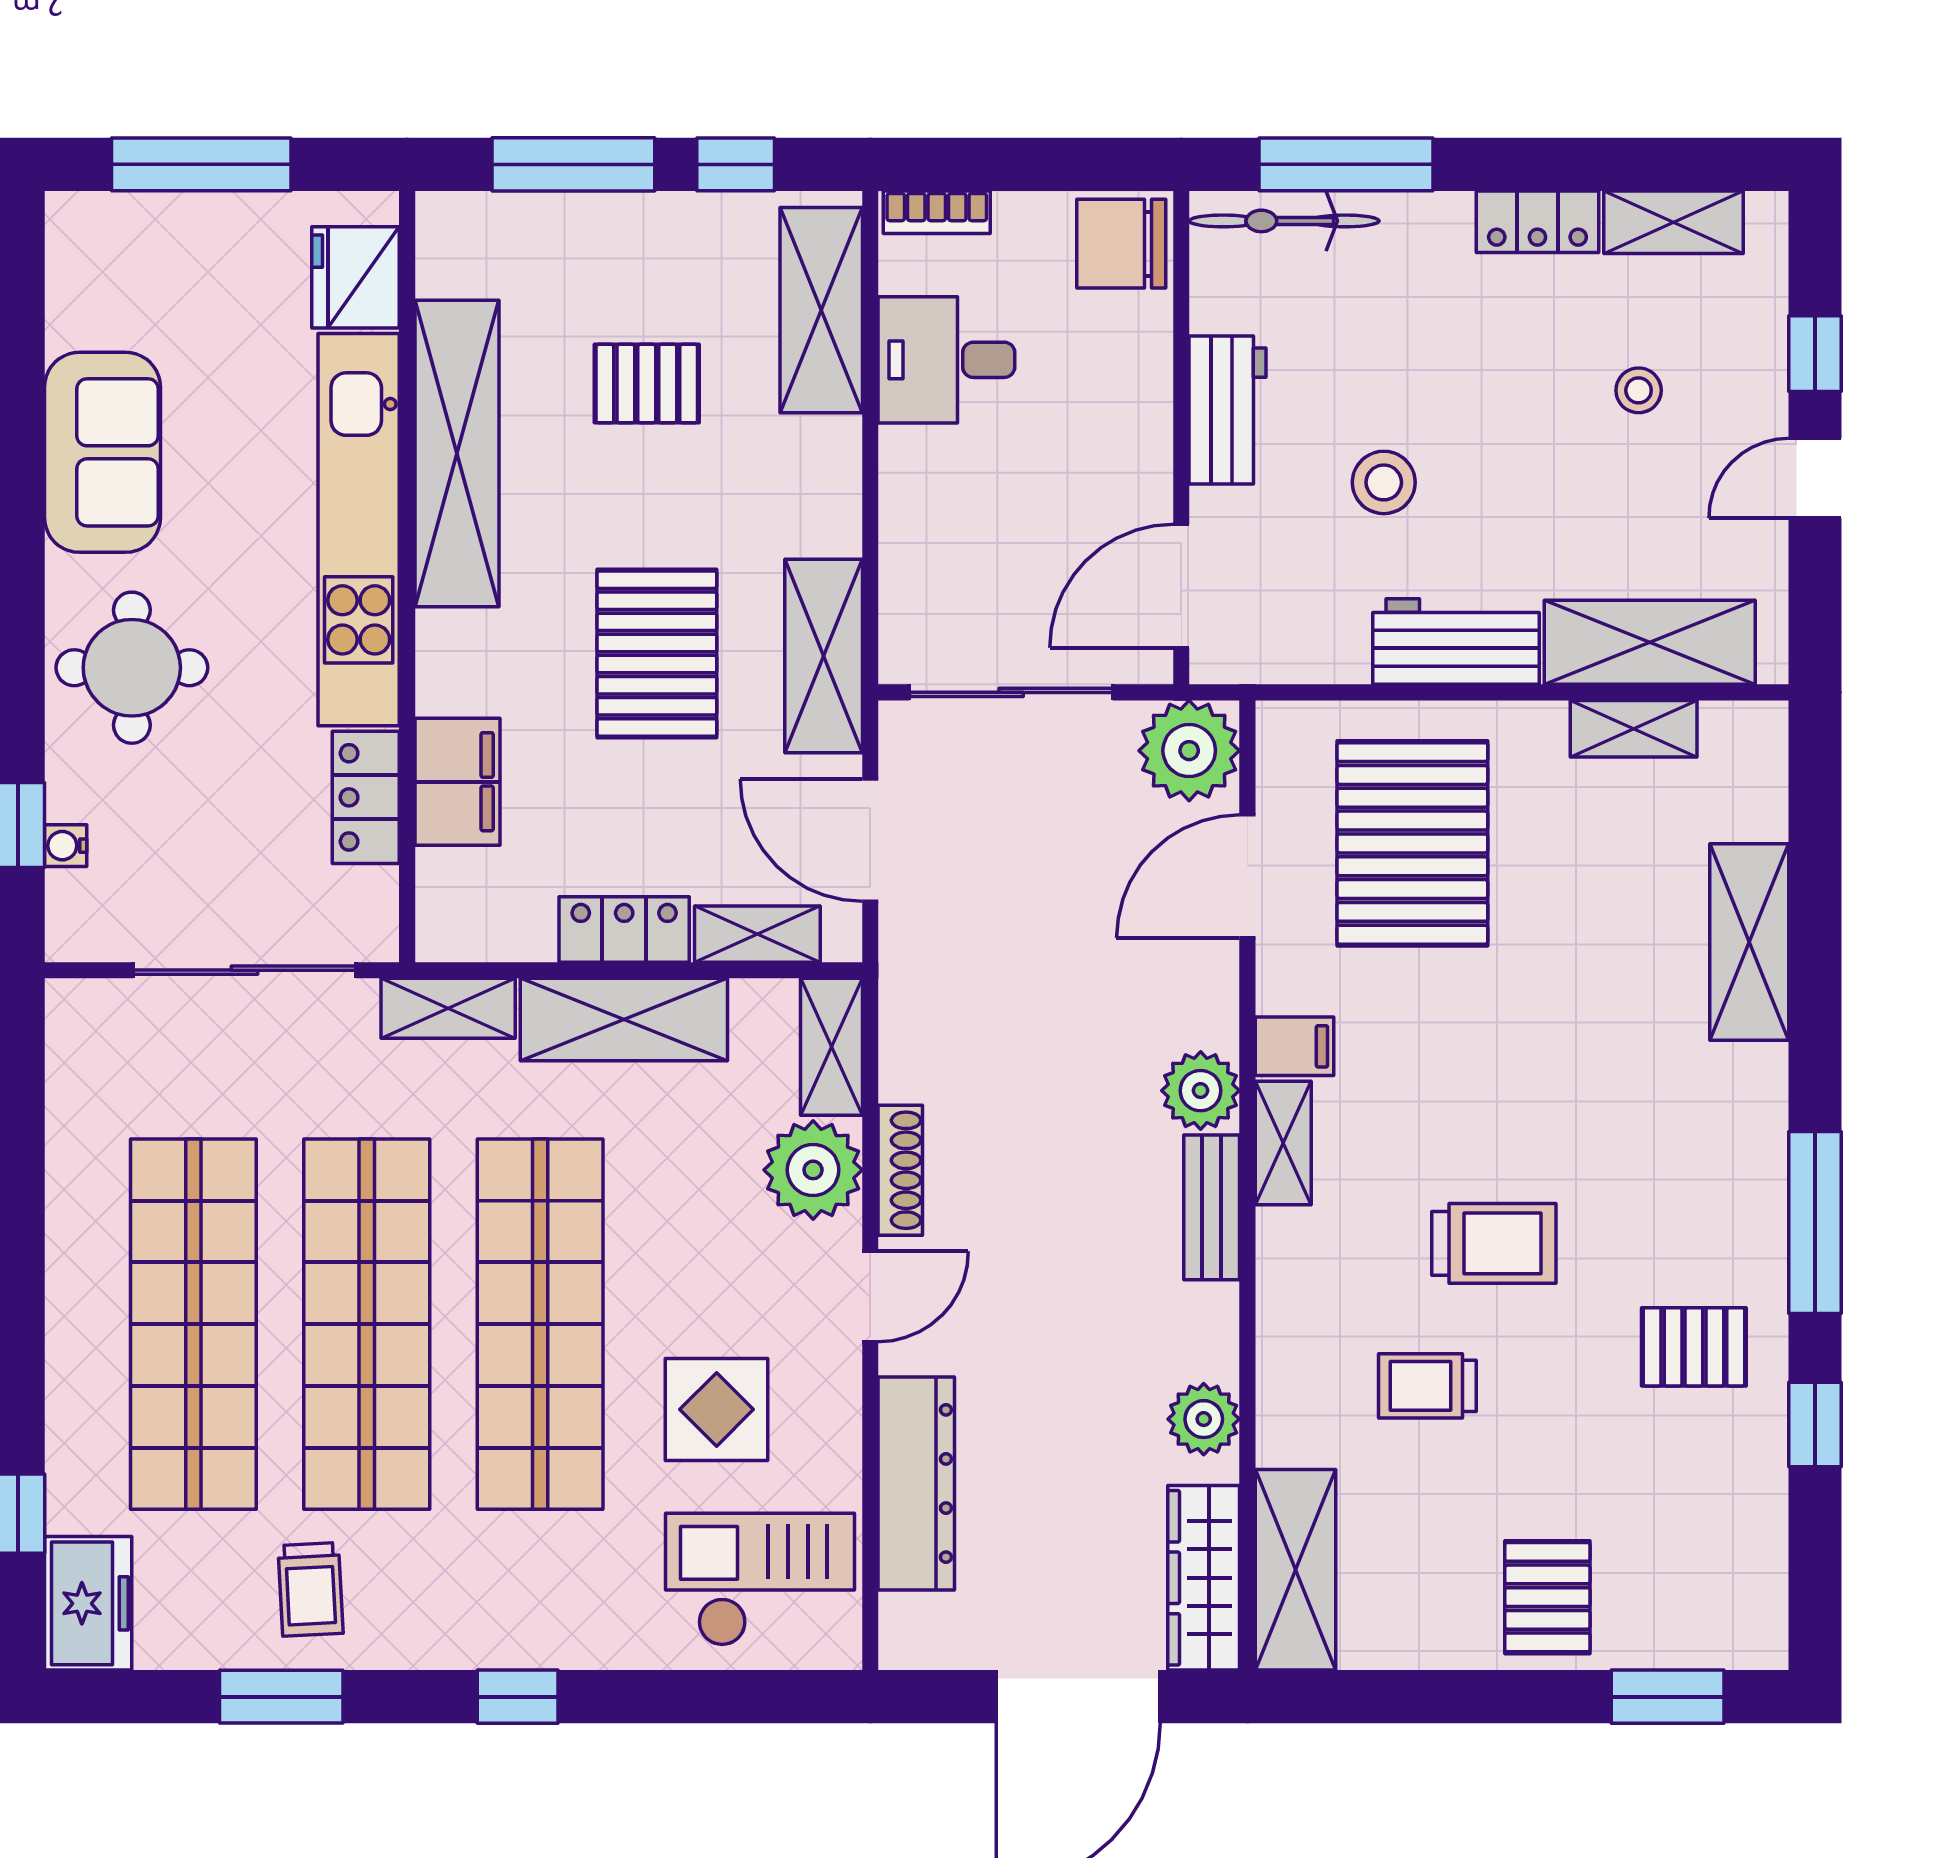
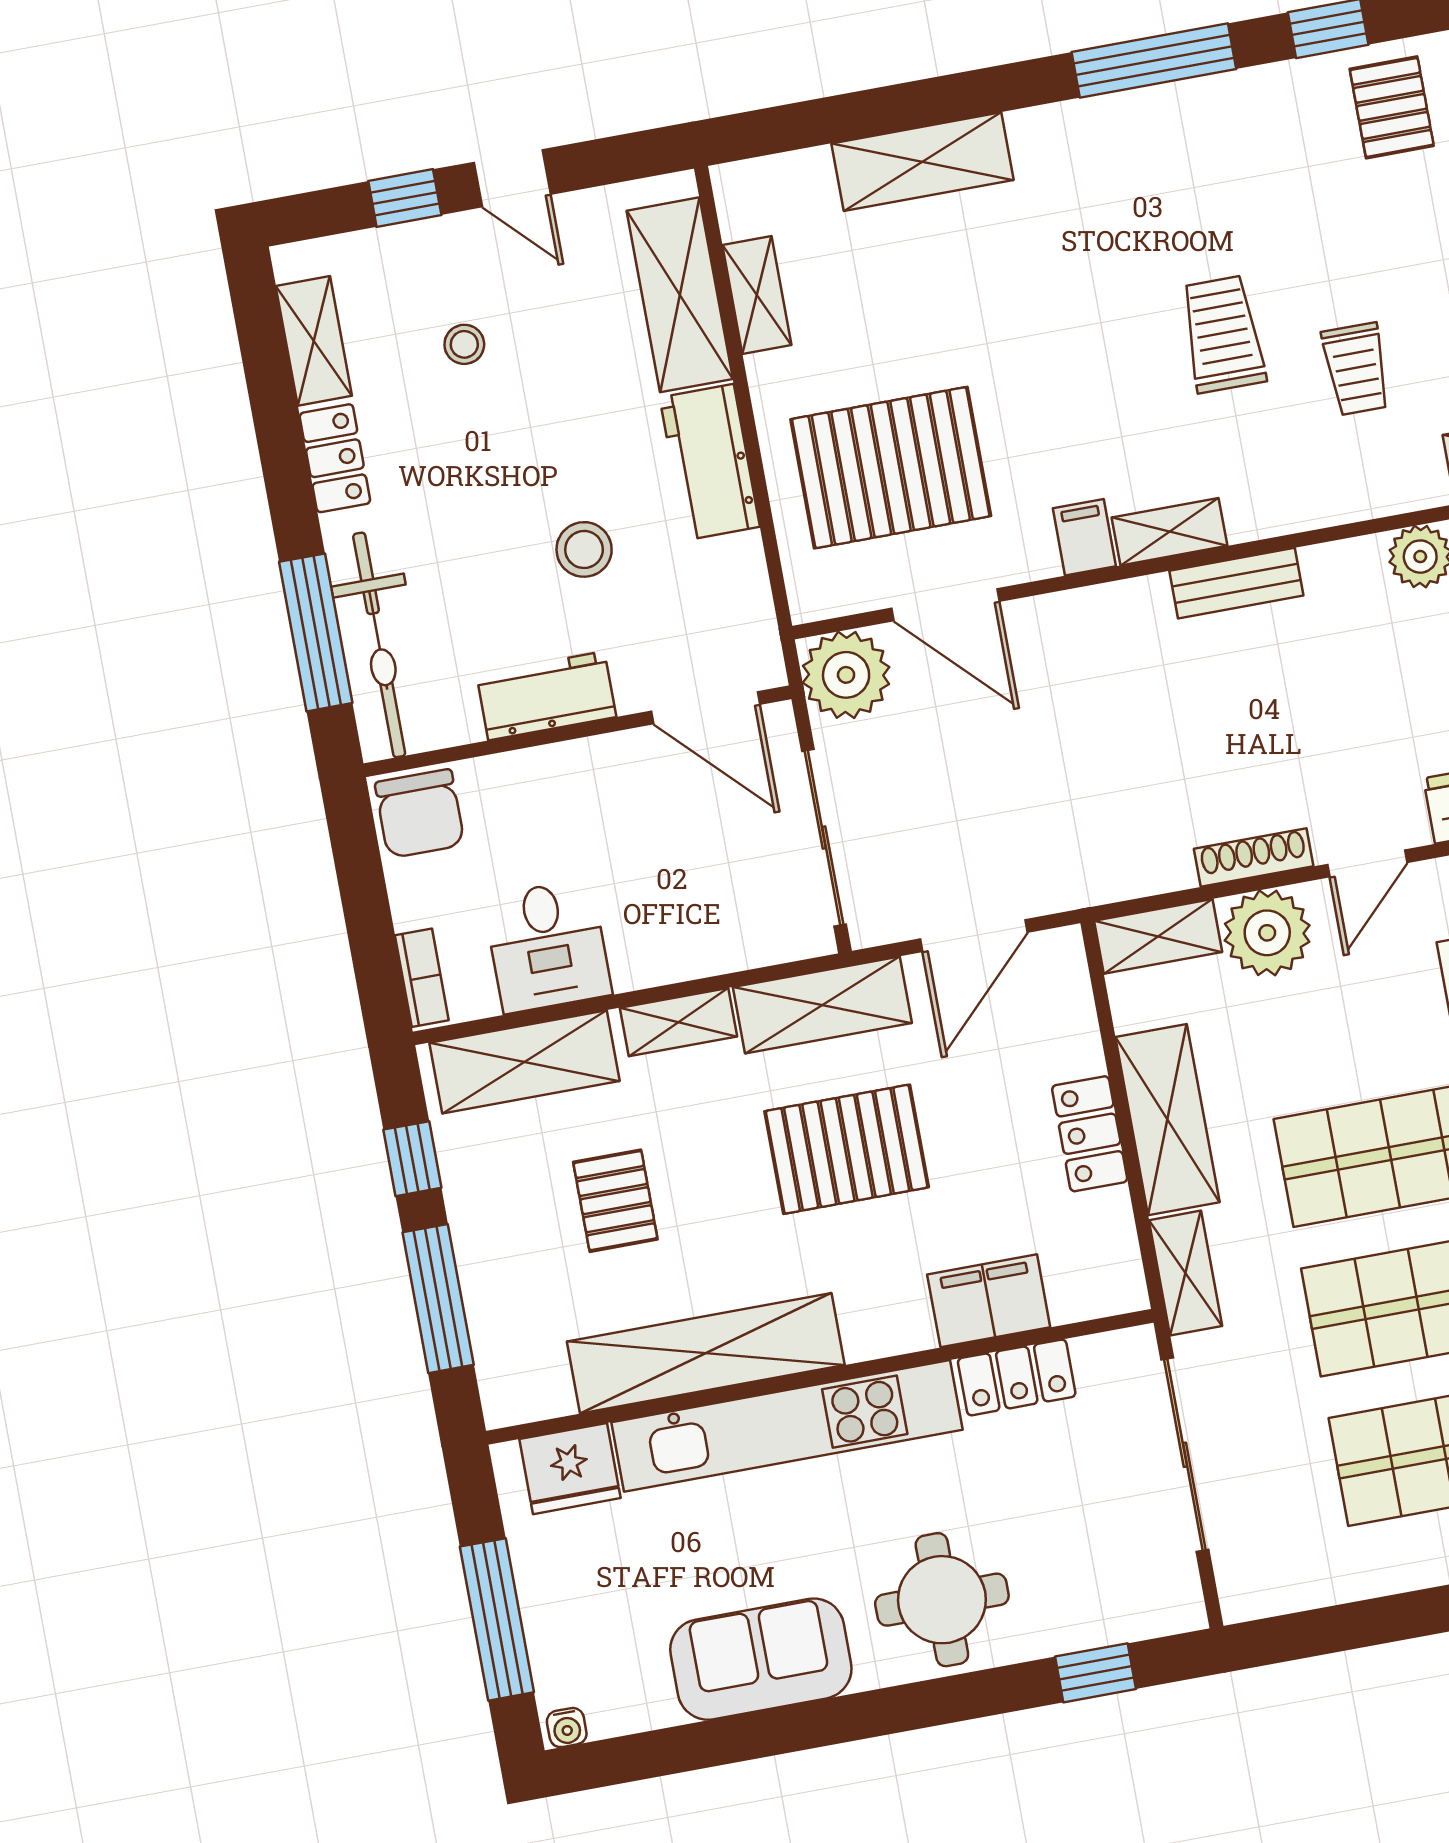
bicycle: (1284, 221) -> (379, 645), width x1.37, depth x1.40
water cooler: (66, 846) -> (567, 1728), moved
shelving: (757, 934) -> (679, 1022), moved, turned 90
plant: (1201, 1091) -> (1137, 611), removed
door: (870, 1296) -> (1367, 863), swing flipped
pallet: (1694, 1347) -> (1392, 107), moved

